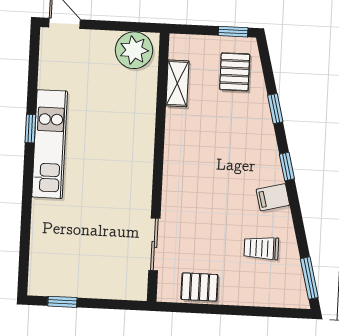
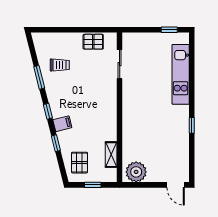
window: (233, 32) -> (93, 185), moved
kitchen unit: (50, 144) -> (181, 74), moved
filing cabinet: (273, 197) -> (62, 124), moved
window: (309, 278) -> (39, 77), moved

